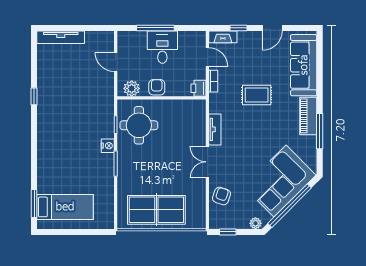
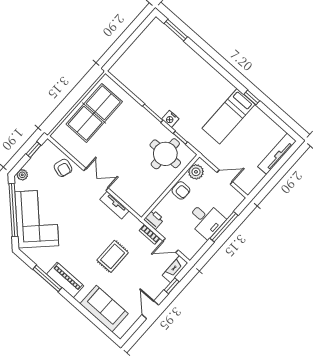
sofa: (304, 65) -> (104, 309), width x0.73
bed: (65, 207) -> (228, 116), moved

